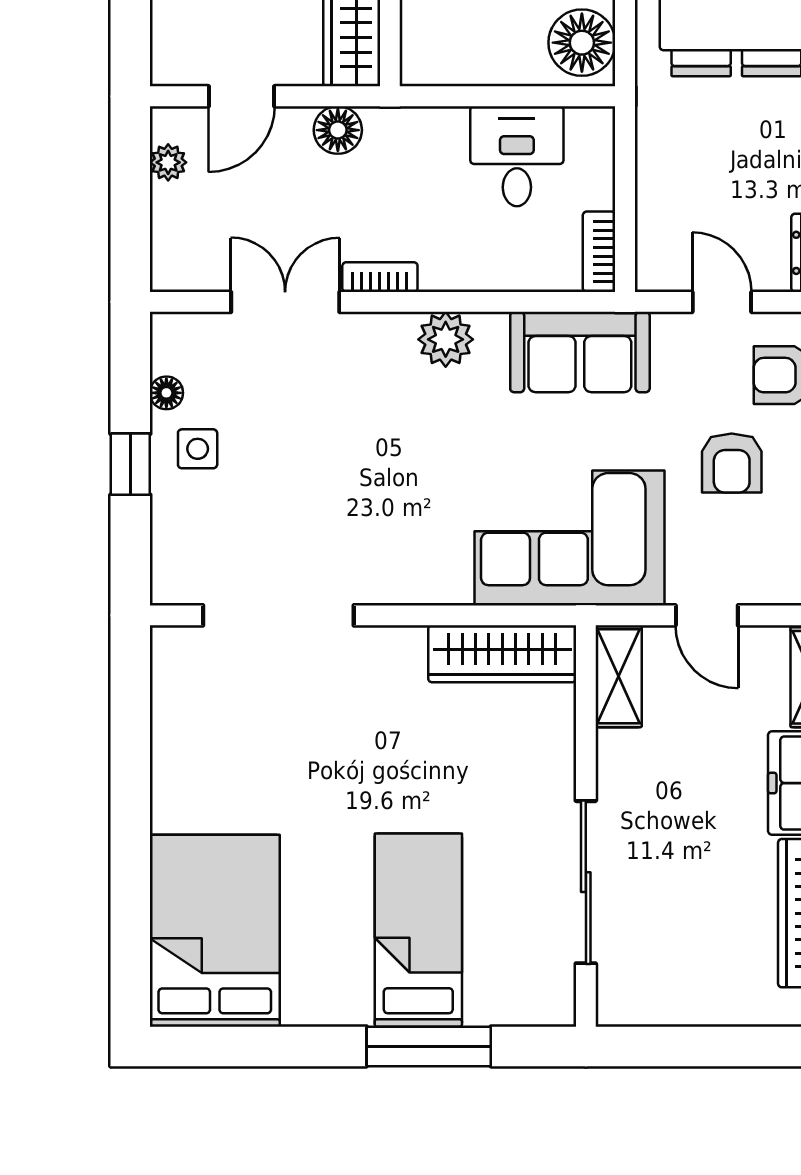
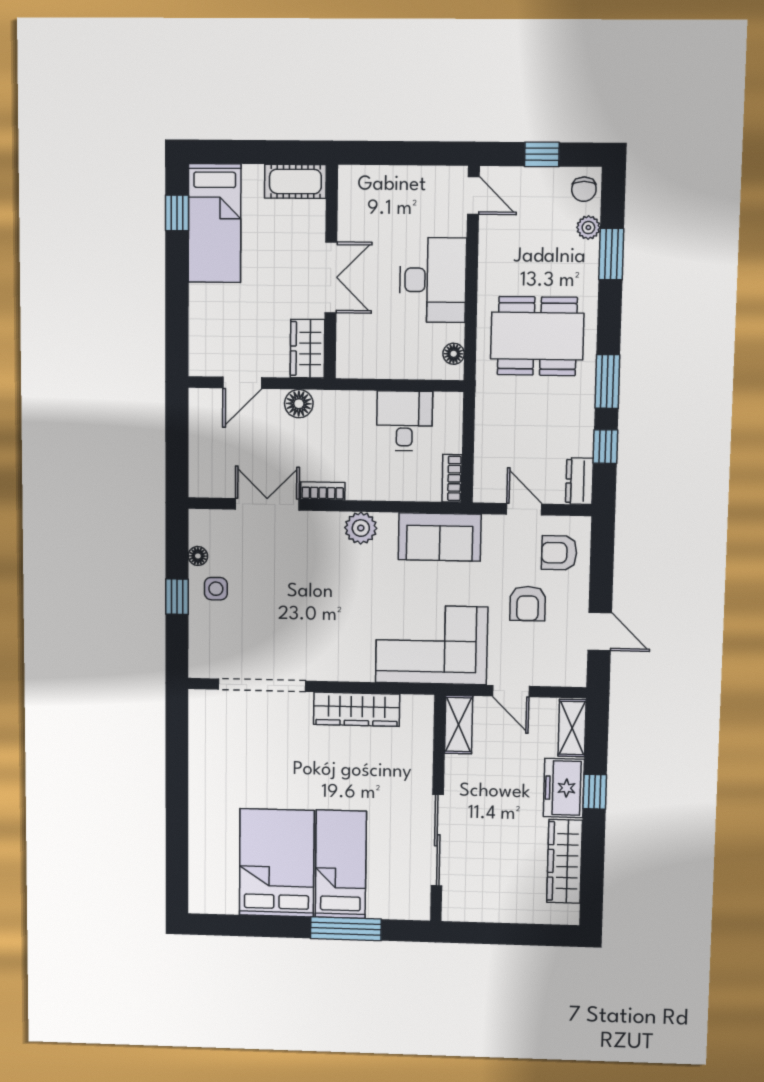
floor lamp: (582, 43) -> (454, 354), width x0.53, depth x0.53
plant: (168, 162) -> (199, 421), removed
wardrobe: (502, 654) -> (357, 709), moved
bed: (215, 931) -> (277, 863), moved

